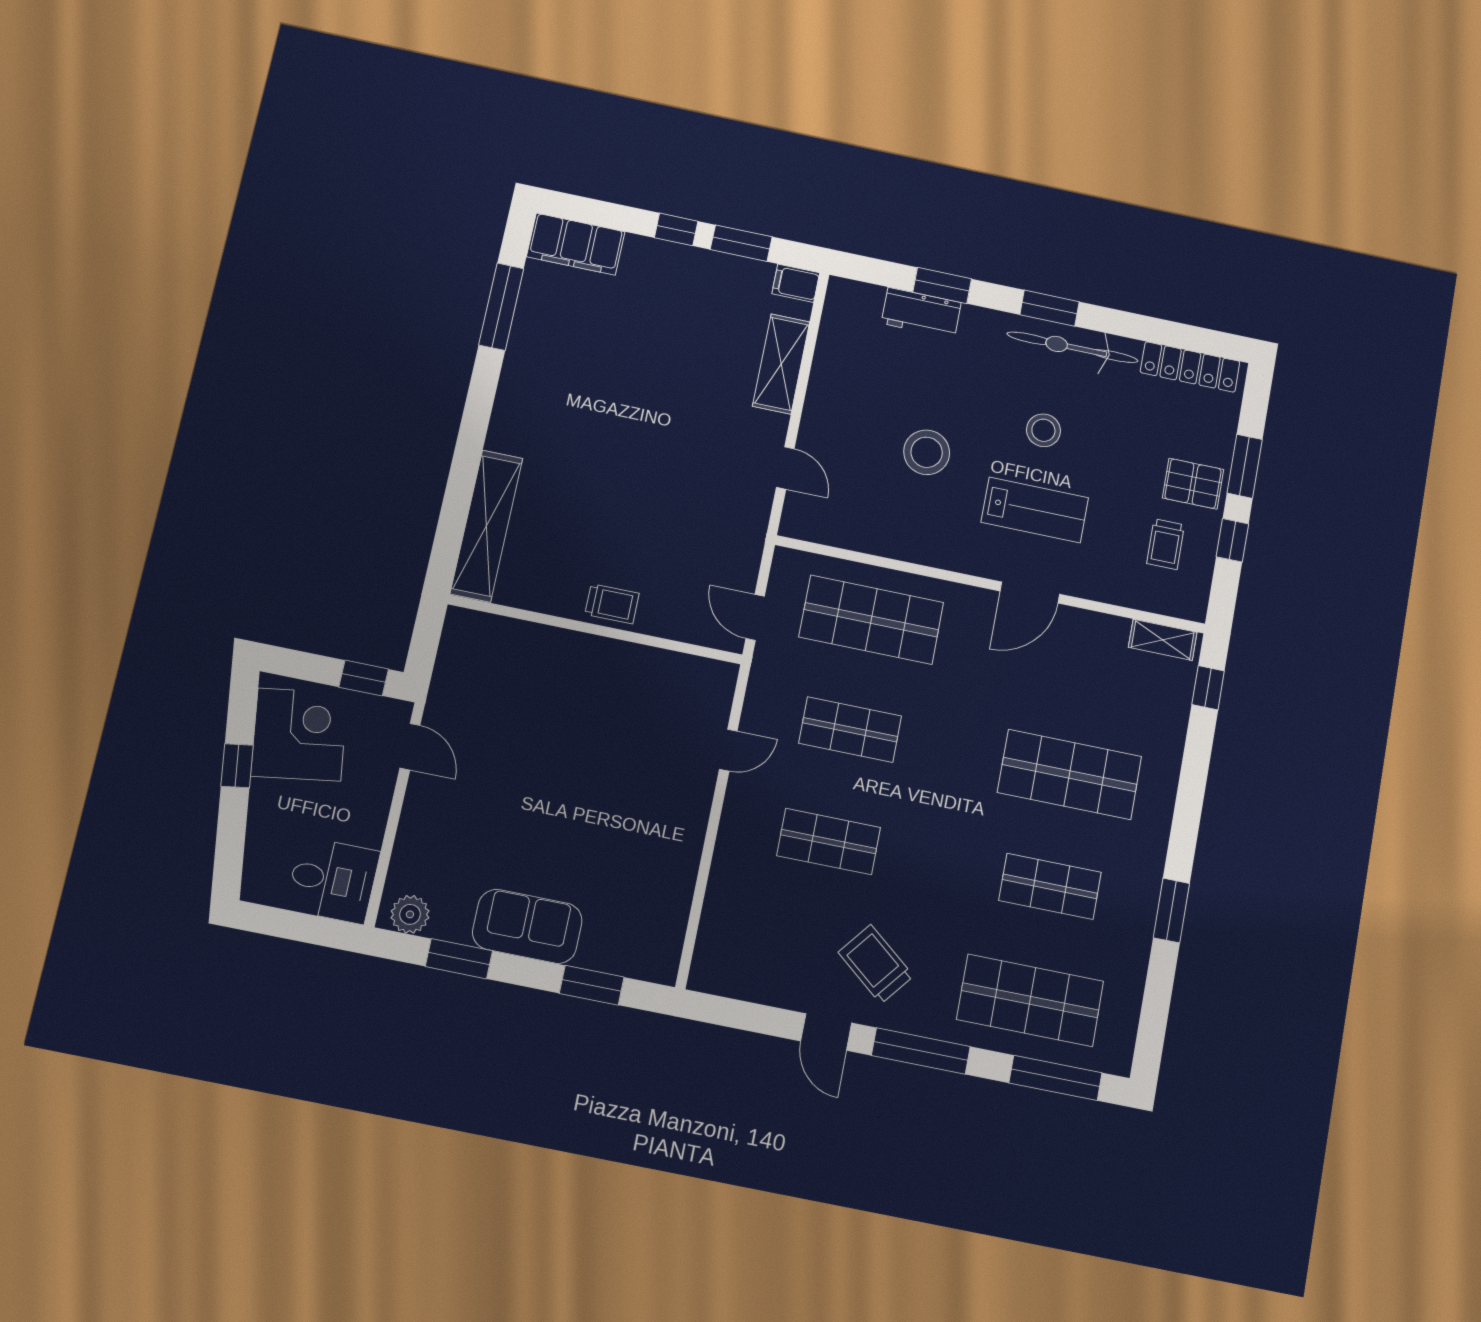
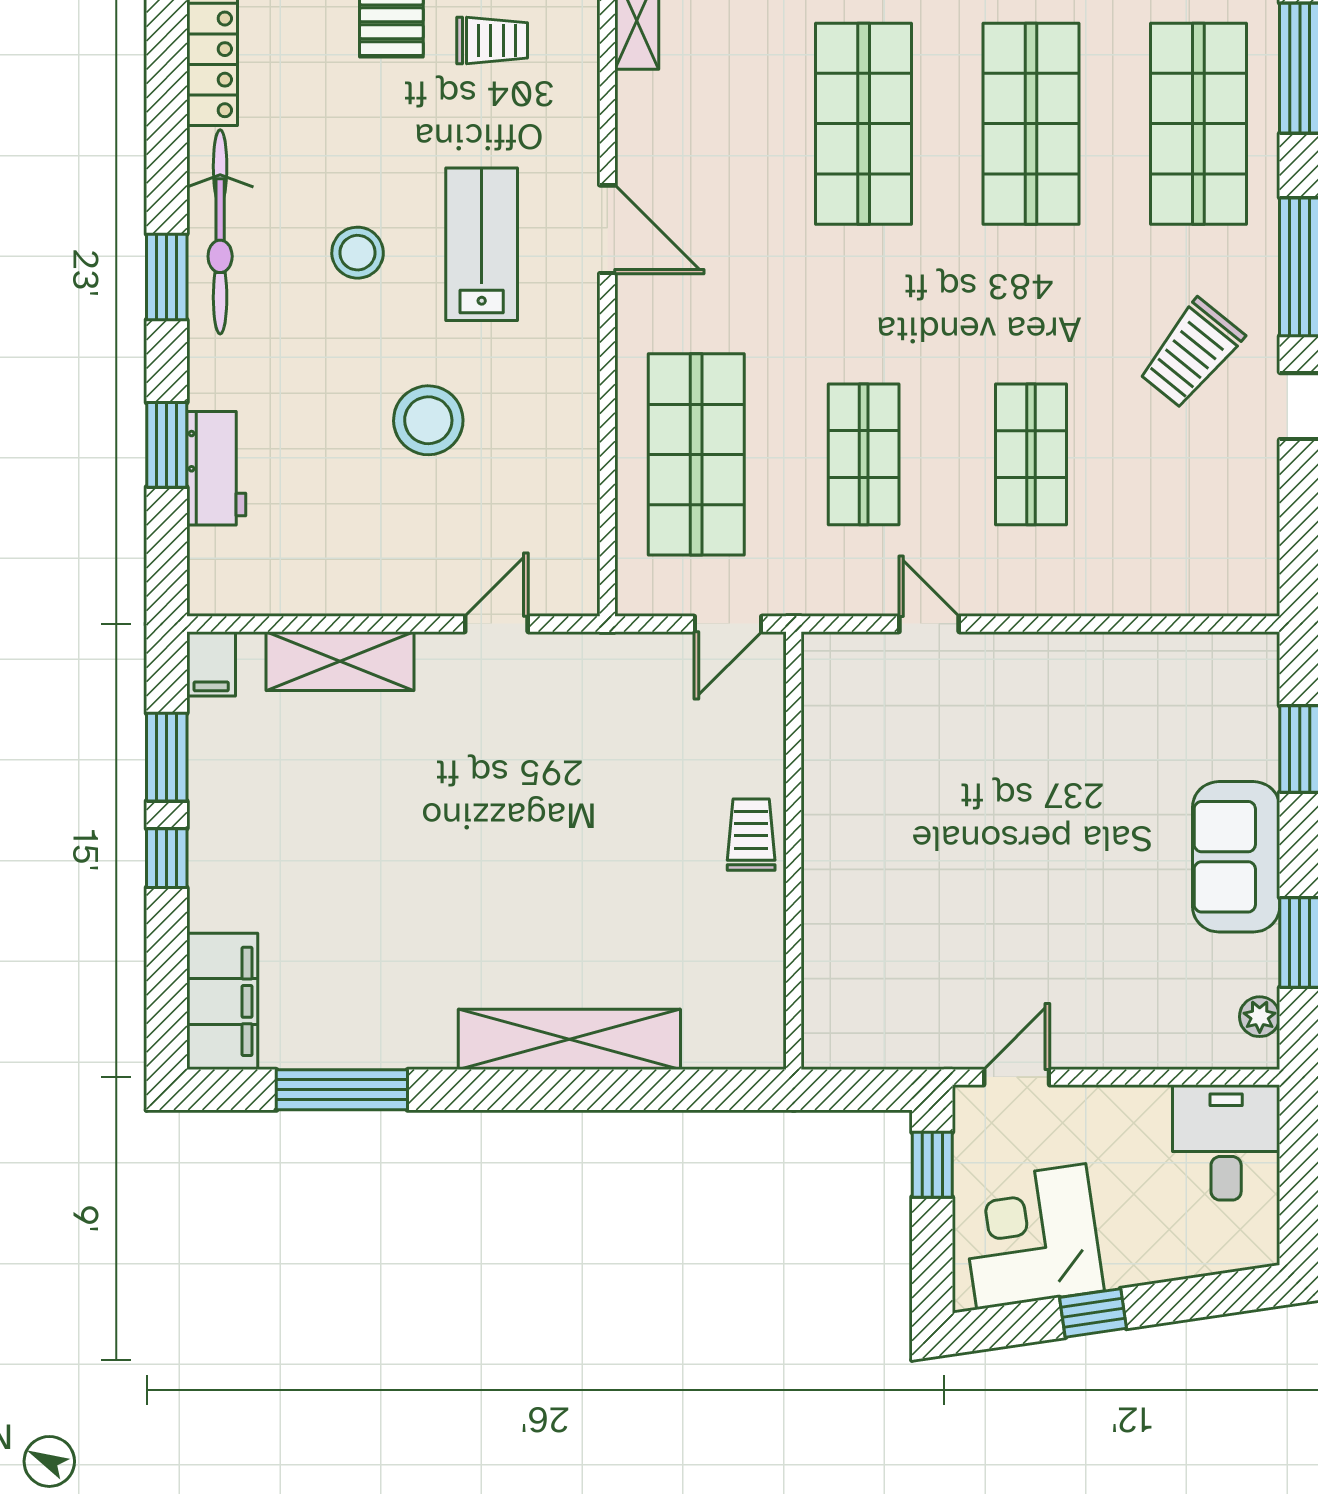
shelving: (486, 526) -> (569, 1039), moved
shop shelf: (1050, 886) -> (1031, 124), width x1.43, depth x1.36
plant: (410, 914) -> (1260, 1017), width x0.73, depth x0.73

